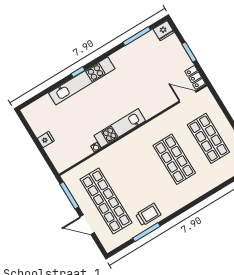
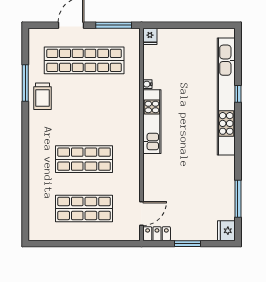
window: (78, 72) -> (238, 94), moved
kitchen unit: (82, 81) -> (226, 96), width x1.36
fridge: (46, 140) -> (150, 36), moved

